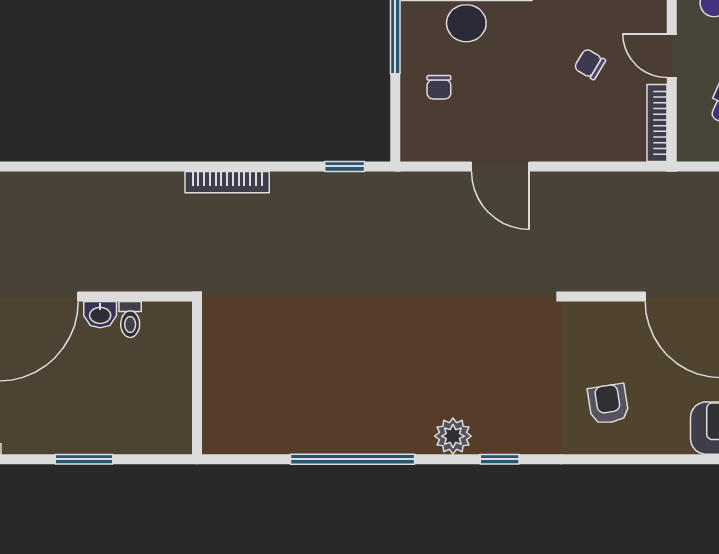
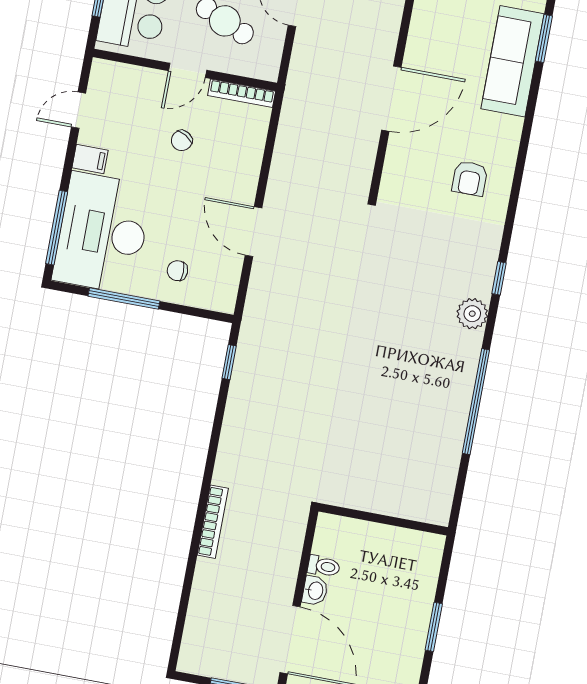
chair: (439, 87) -> (177, 271), turned 180
door: (500, 166) -> (253, 232), swing flipped
bookcase: (227, 182) -> (213, 522), moved
armchair: (608, 404) -> (470, 178), turned -81

